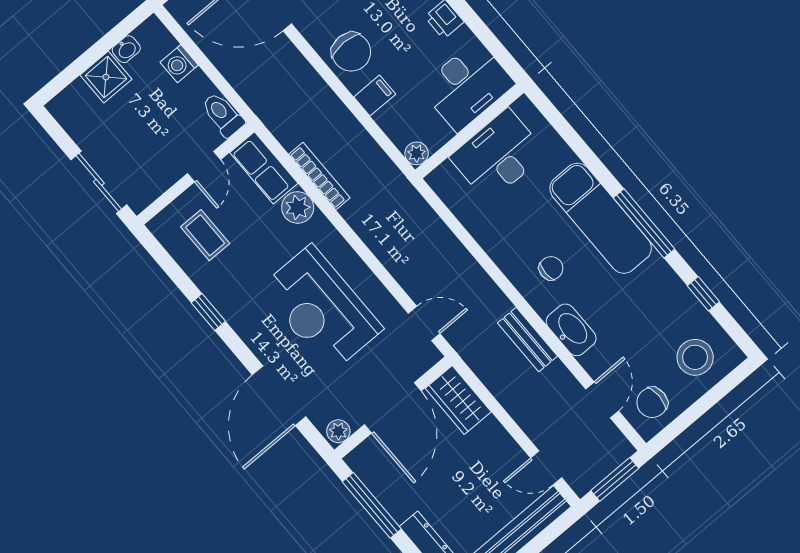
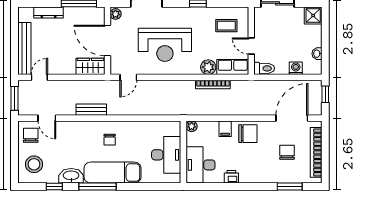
chair: (351, 52) -> (248, 134), turned 180
shower: (106, 77) -> (313, 15), moved
reception desk: (321, 309) -> (165, 45), turned 180
washbasin: (571, 330) -> (71, 176), moved, turned 180

